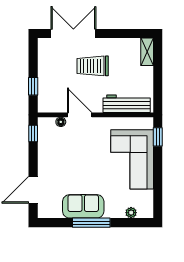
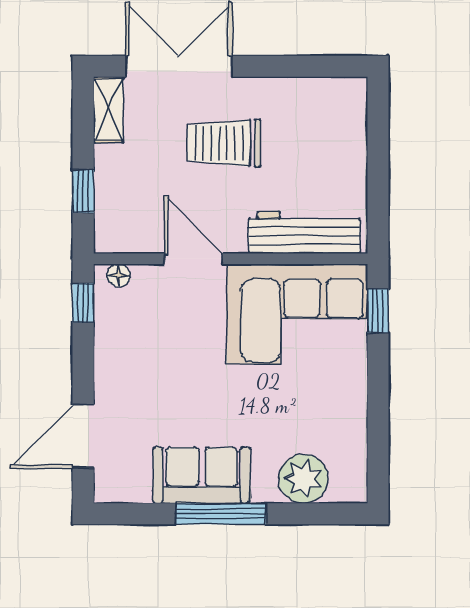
shelving: (147, 52) -> (108, 110), moved
floor lamp: (61, 122) -> (119, 275), moved
corner sofa: (132, 159) -> (297, 314), moved, turned -90
plant: (131, 213) -> (303, 479), width x1.87, depth x1.87

